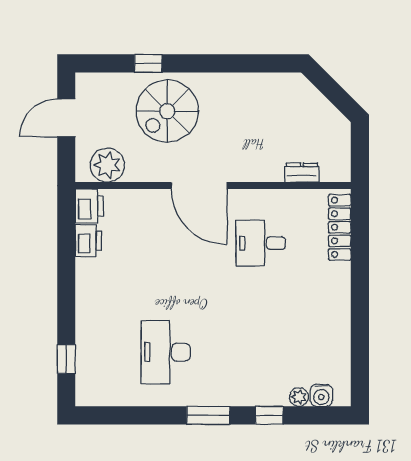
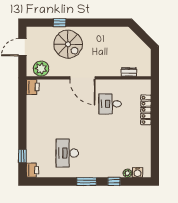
spiral stairs: (167, 111) -> (68, 44), turned -90
locker: (340, 227) -> (146, 110), moved
printer: (88, 241) -> (32, 170), moved

